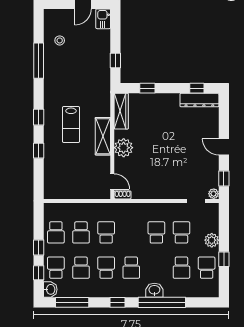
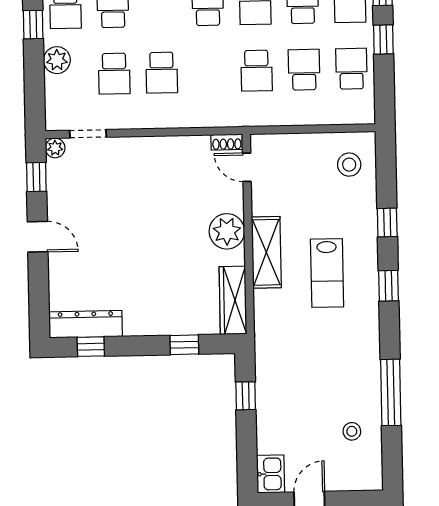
lab bench: (71, 125) -> (327, 273), turned 180
stool: (58, 182) -> (349, 165), added

